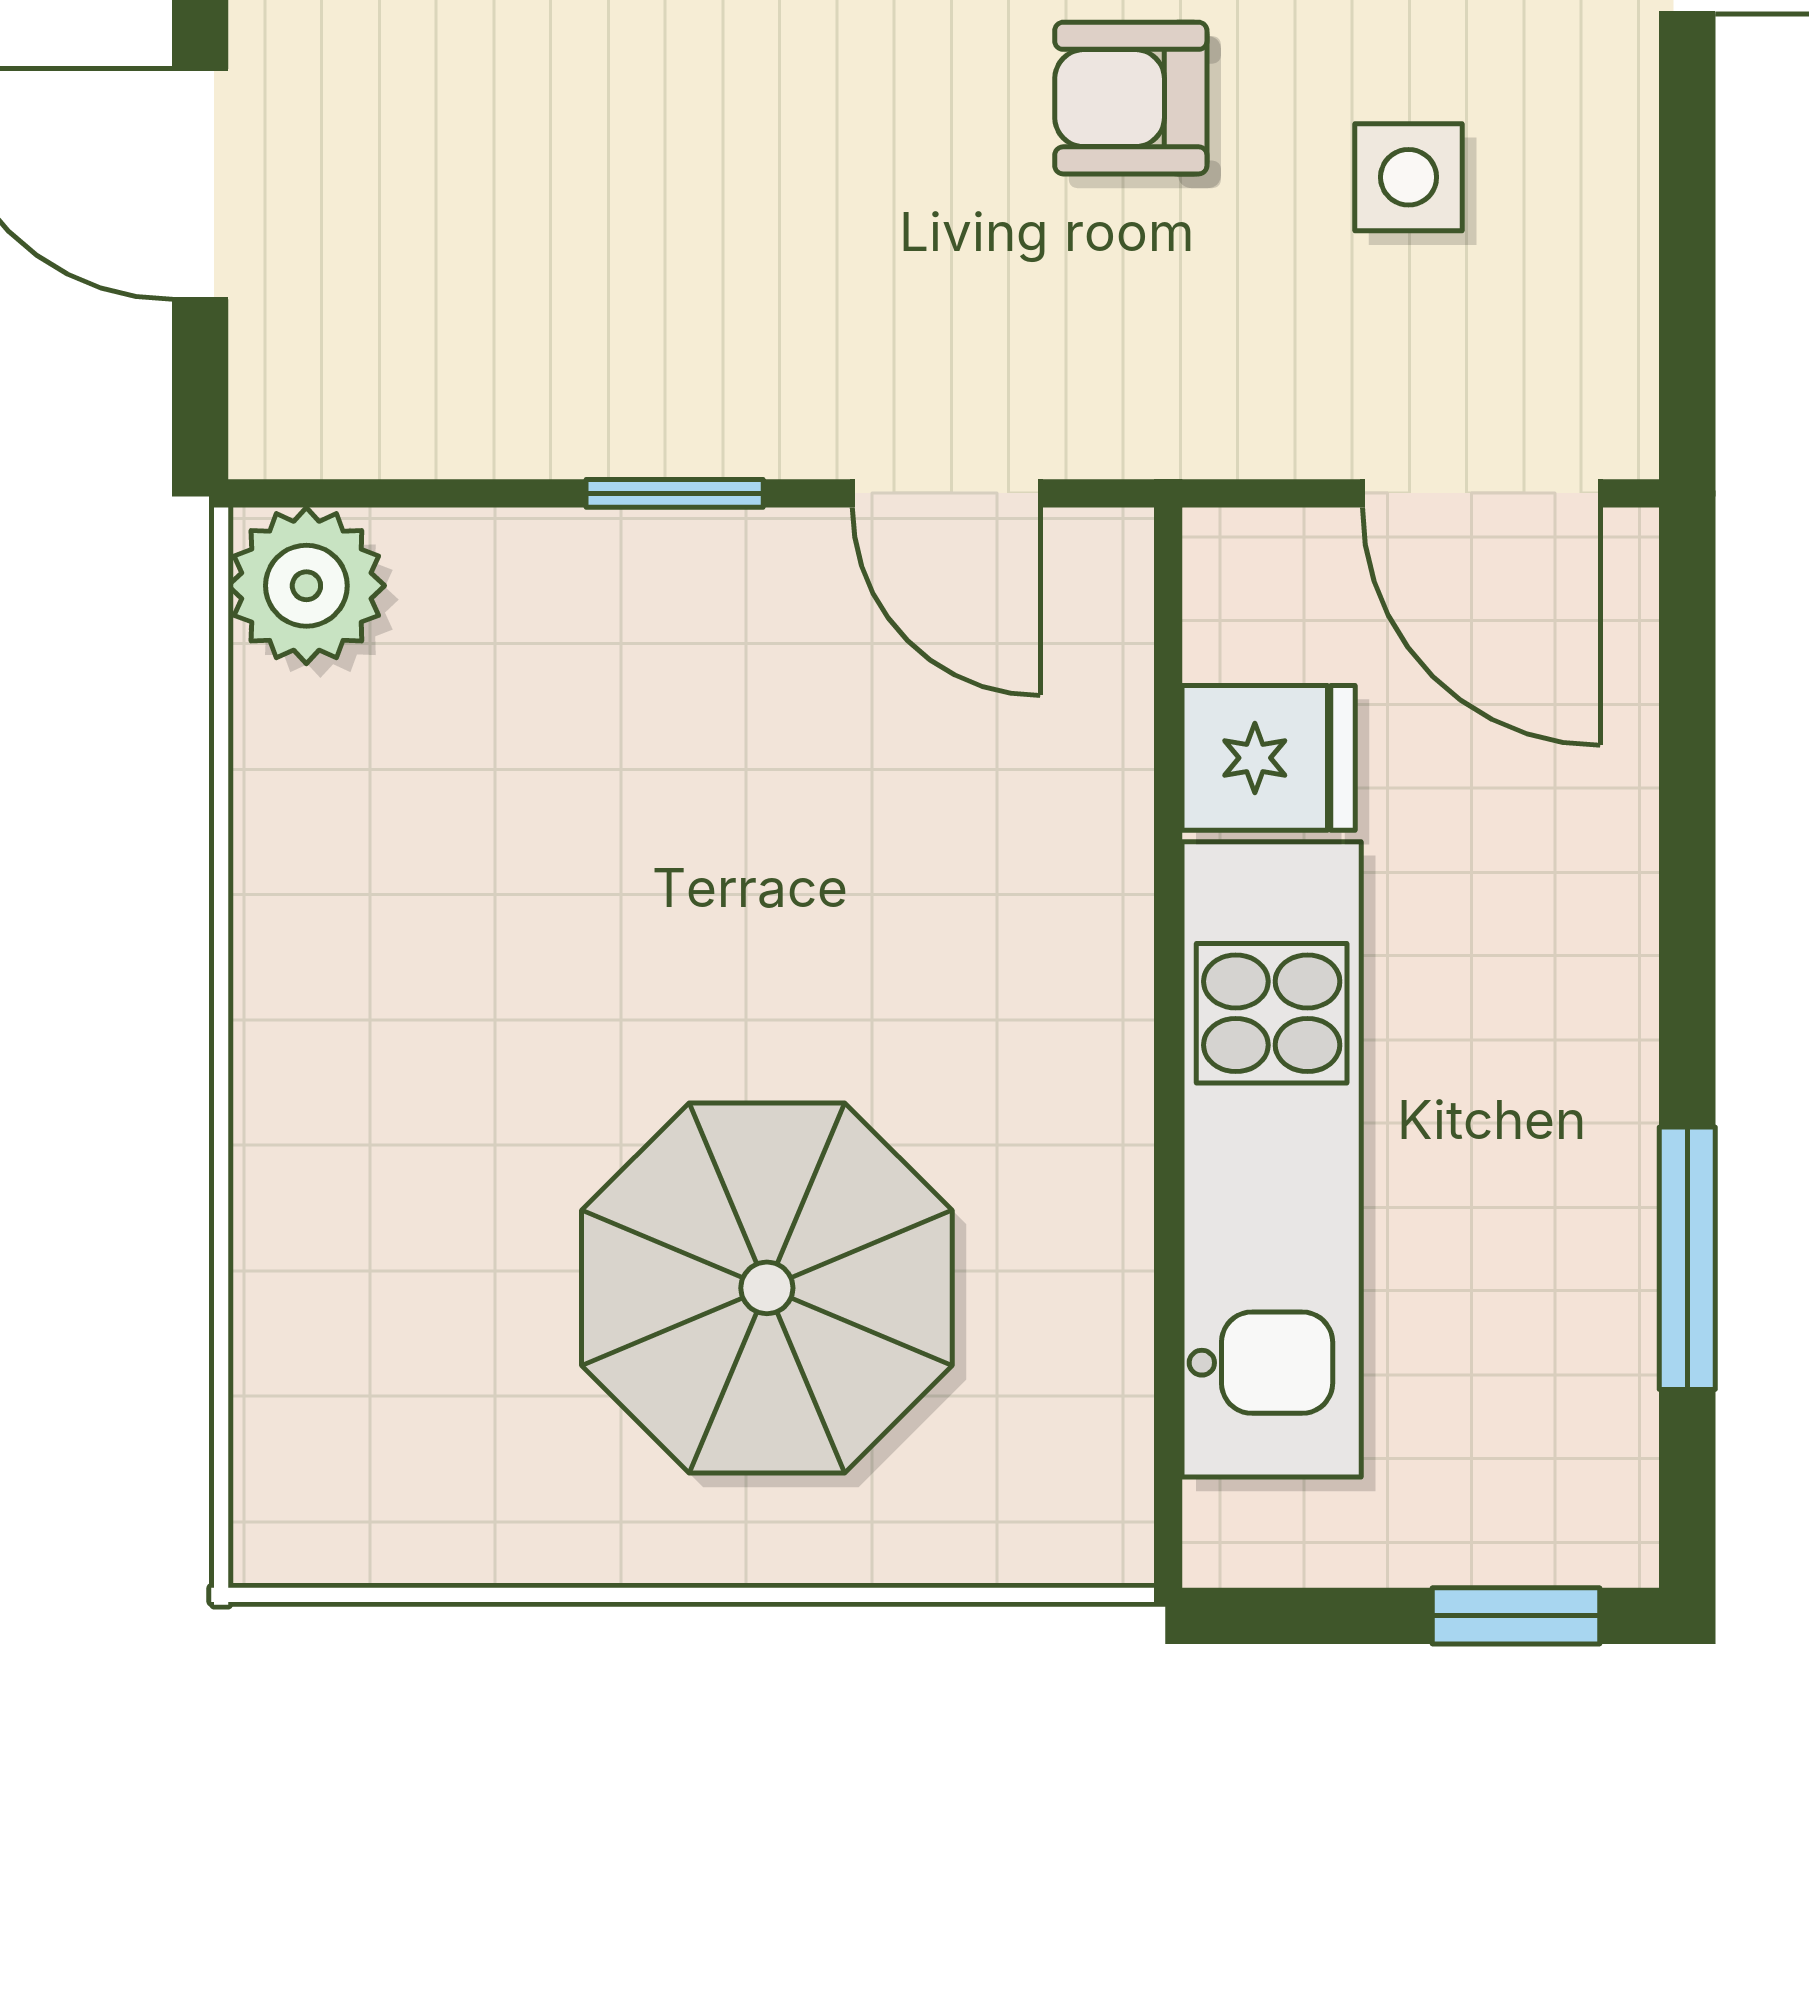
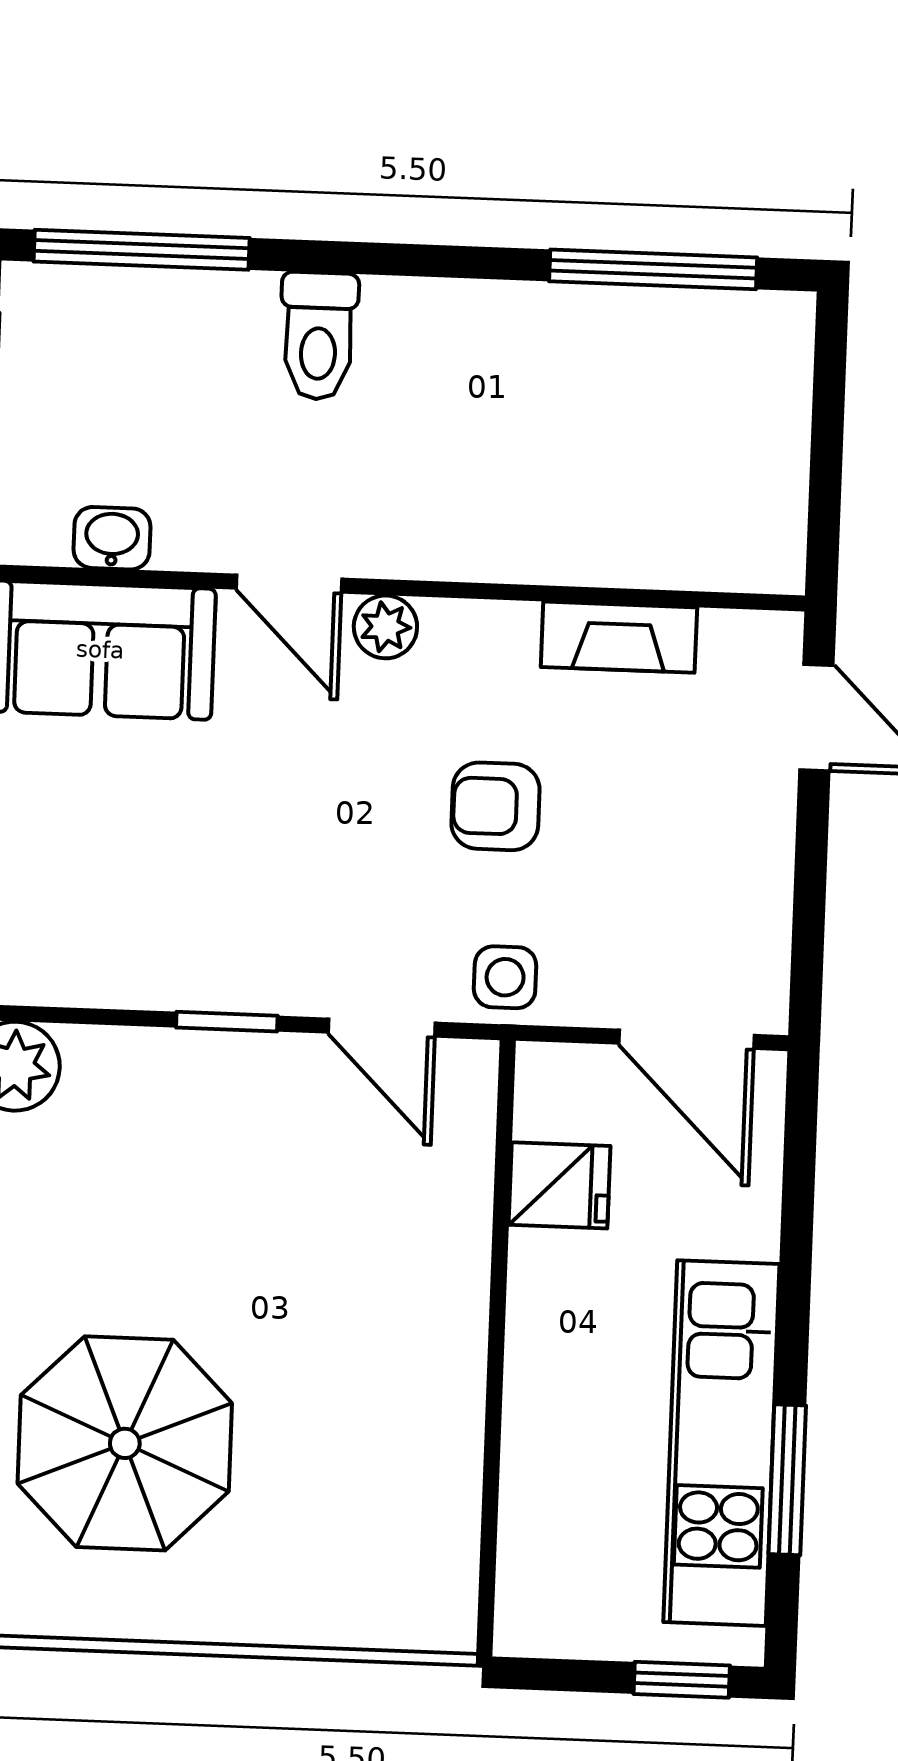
side table: (1409, 177) -> (505, 977), moved
kitchen unit: (1272, 1159) -> (721, 1443), moved, turned 180
parasol: (767, 1288) -> (125, 1443), moved

